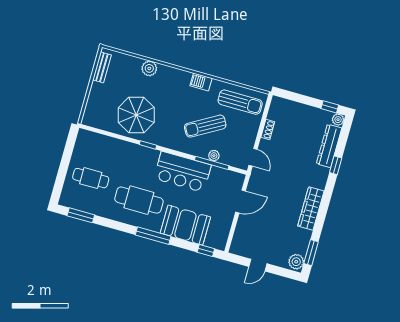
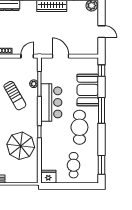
fridge: (85, 140) -> (48, 177), added

